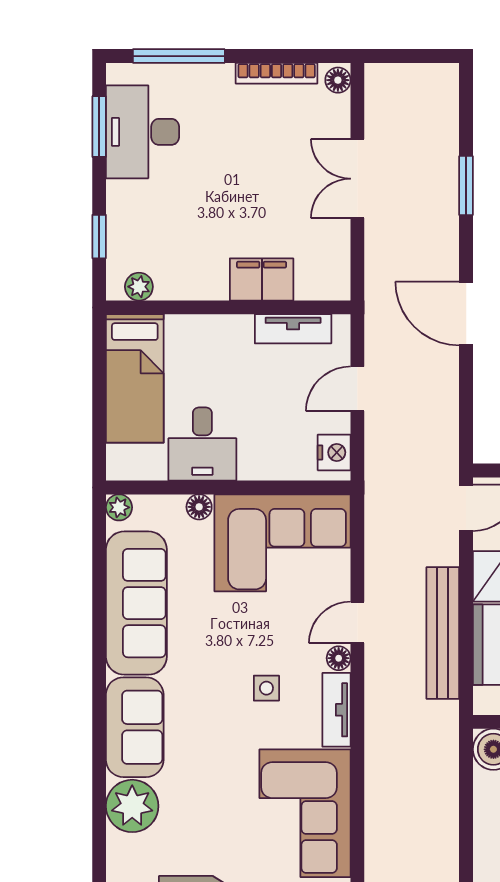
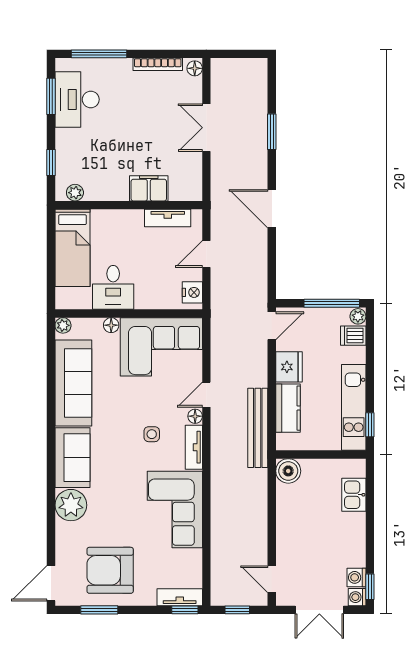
bench: (443, 633) -> (258, 428), moved

